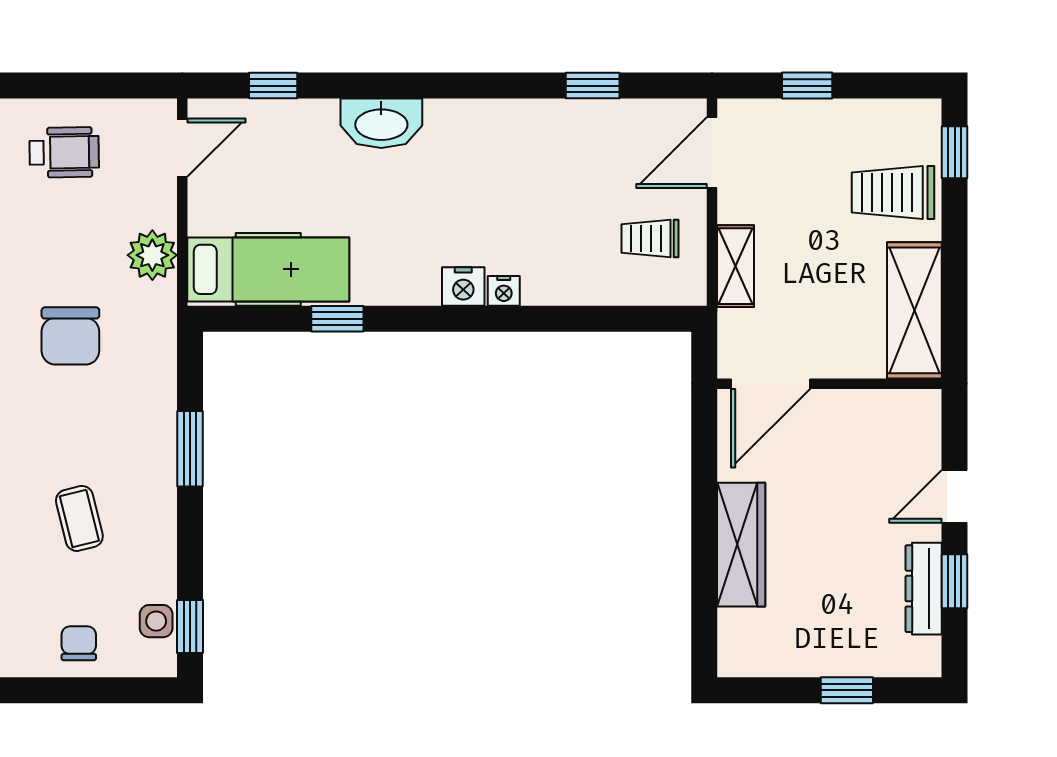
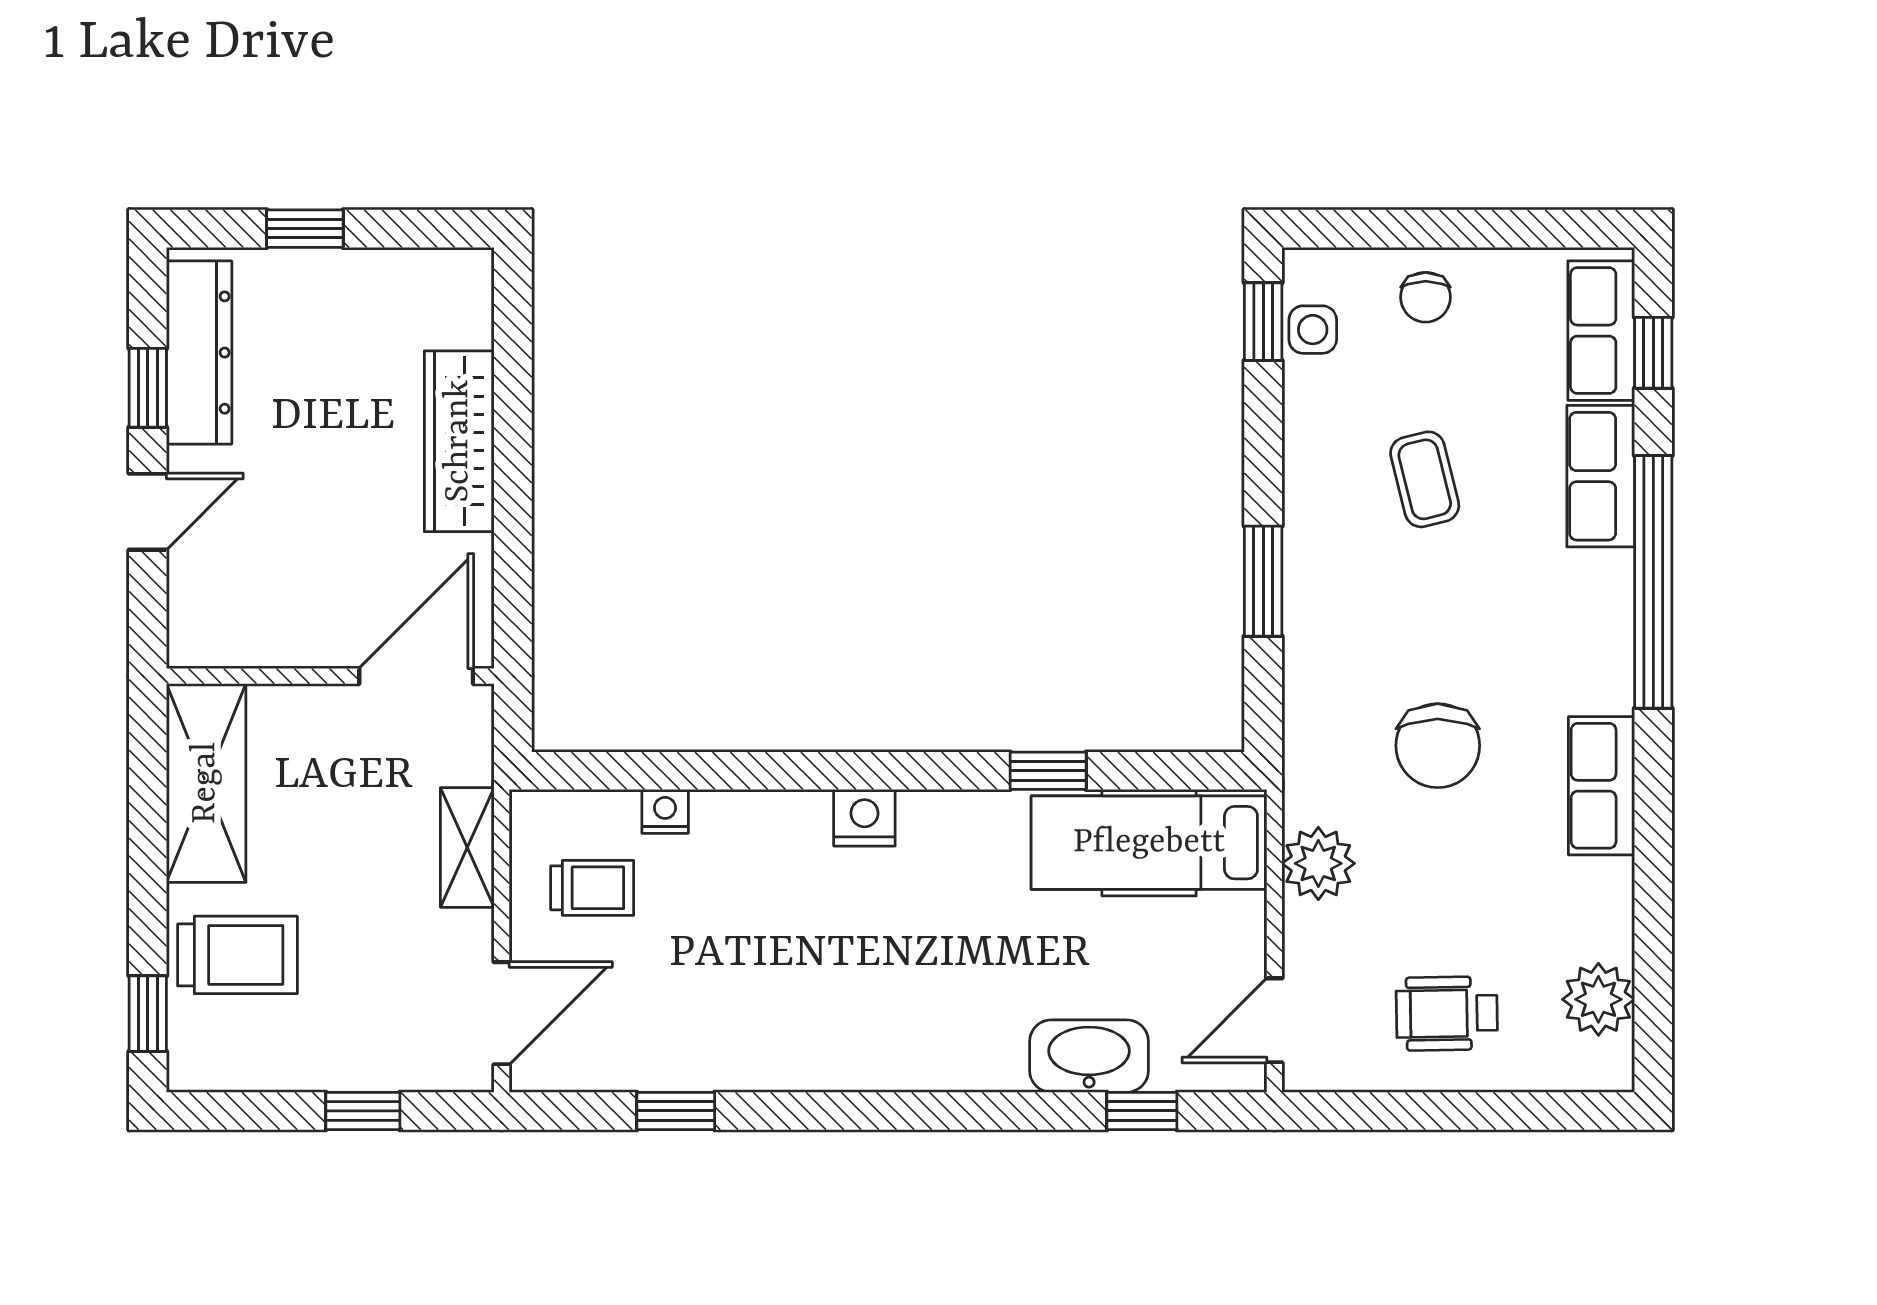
washbasin: (381, 123) -> (1089, 1056), moved
nightstand: (504, 291) -> (665, 811), moved
chair: (70, 336) -> (1438, 746), turned 180
dresser: (924, 589) -> (199, 353), width x1.37, depth x1.24

